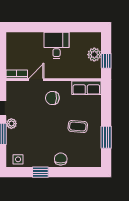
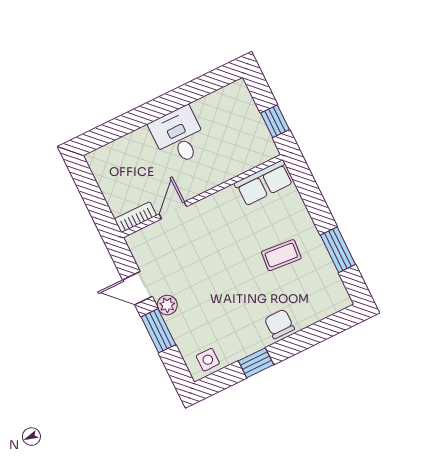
plant: (94, 55) -> (250, 120), removed
chair: (52, 98) -> (215, 228), removed

